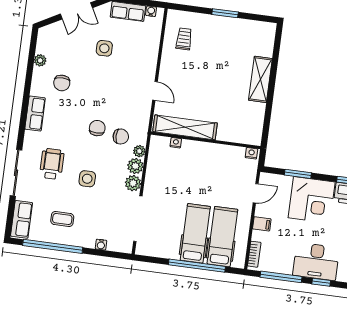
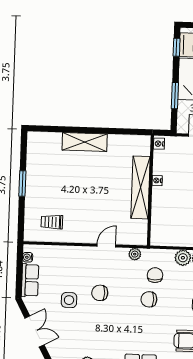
chair: (62, 83) -> (100, 293), moved, turned 180
shelving: (185, 127) -> (140, 187), moved
nightstand: (176, 143) -> (157, 181), moved
plant: (139, 151) -> (135, 254), moved

